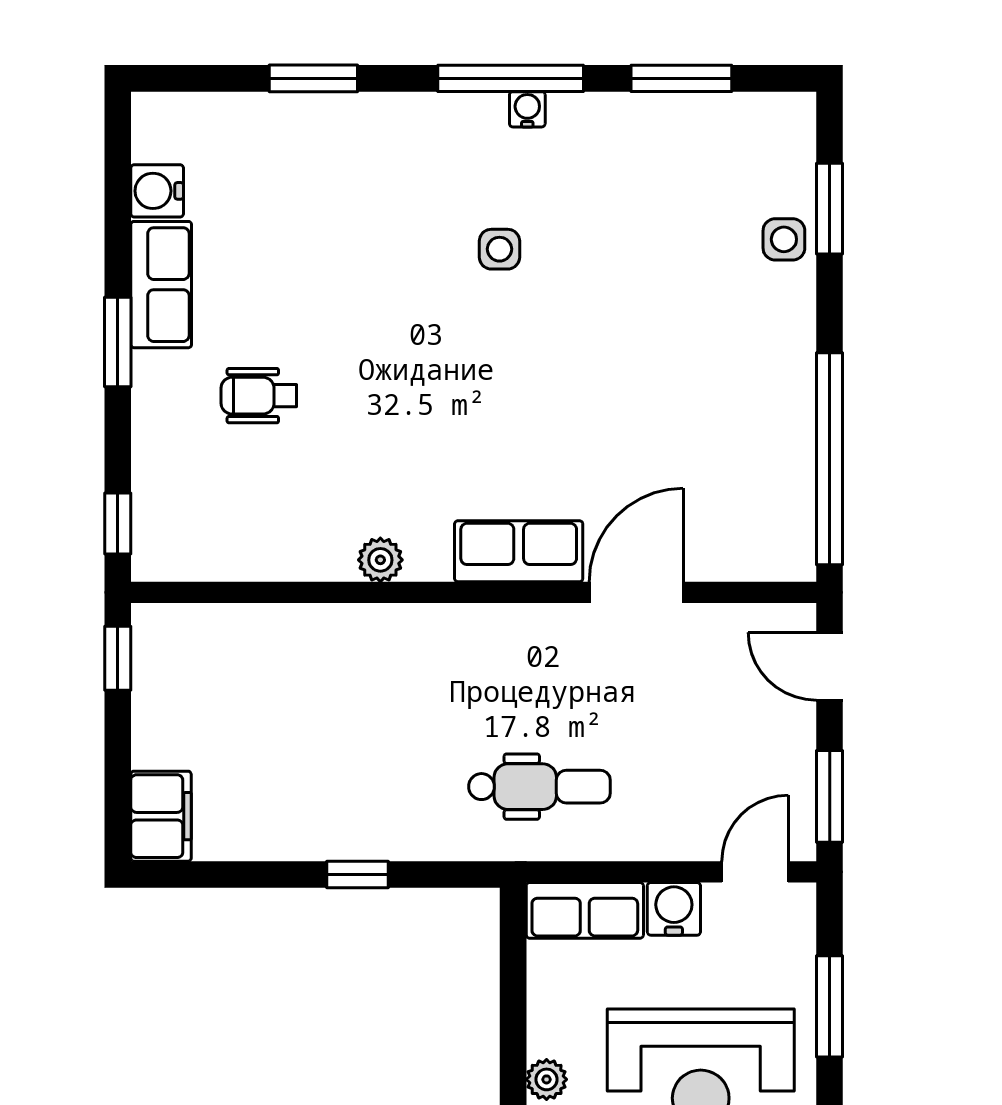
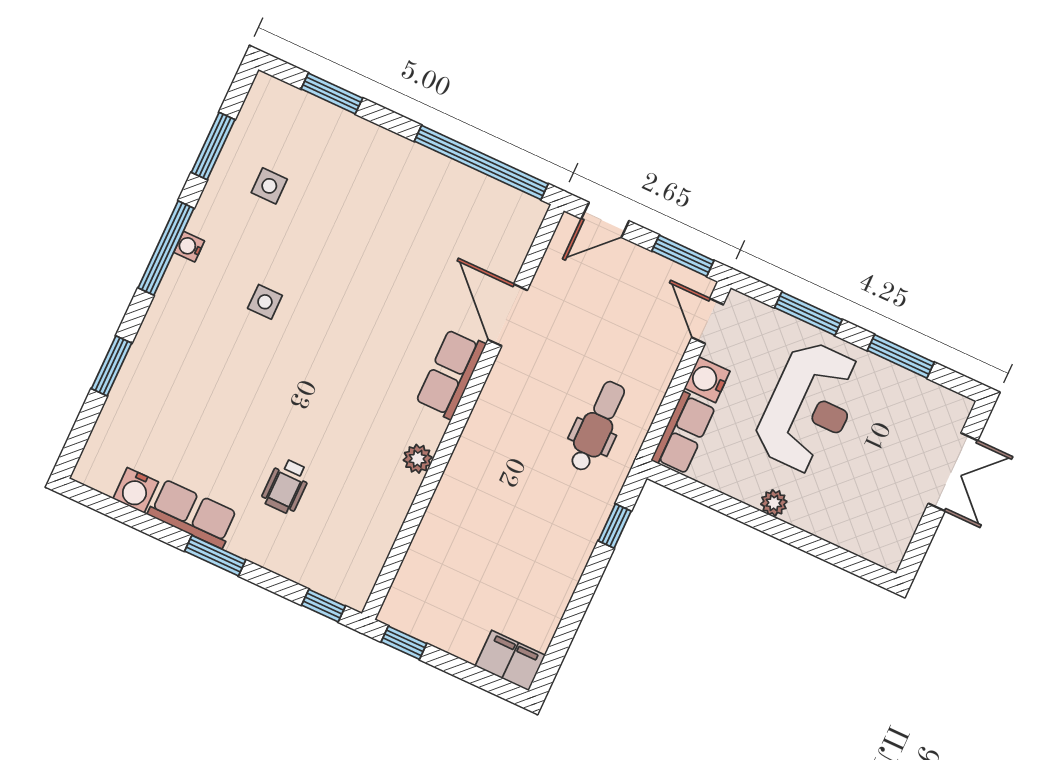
side table: (784, 239) -> (269, 186), moved
window: (358, 874) -> (615, 526), moved

